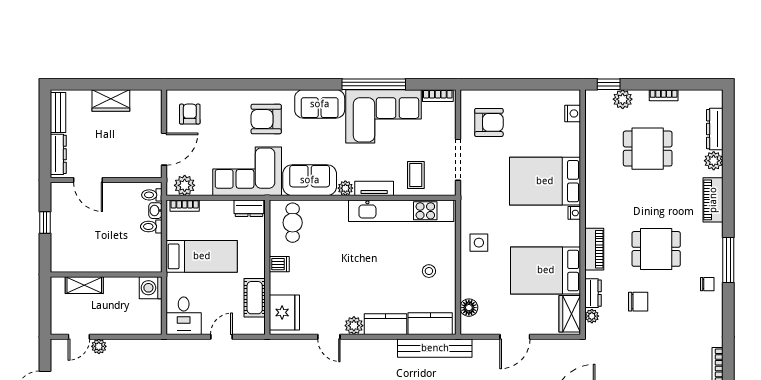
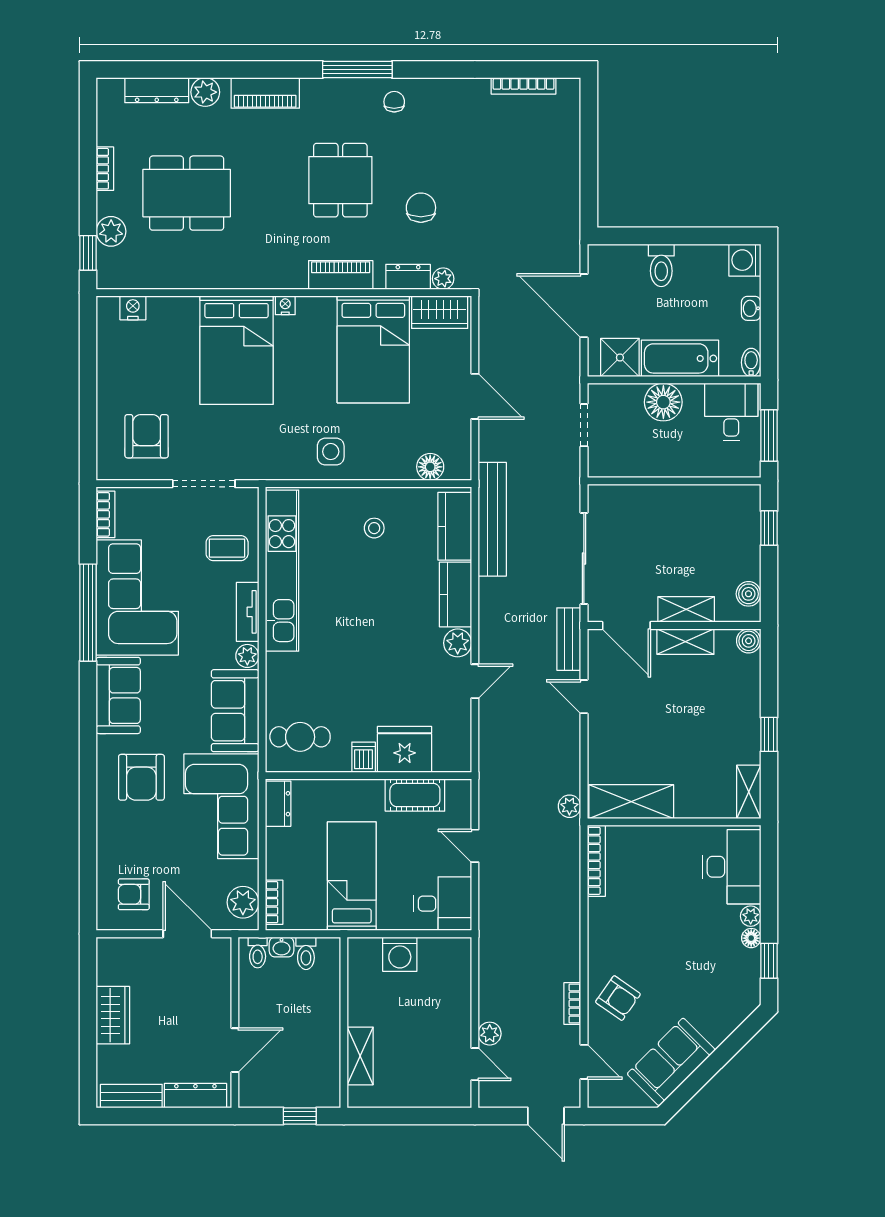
dining table: (648, 149) -> (187, 193), width x1.38
wall: (106, 274) -> (344, 1022), moved
shelving: (84, 285) -> (360, 1056), moved
fridge: (284, 312) -> (405, 749), moved

